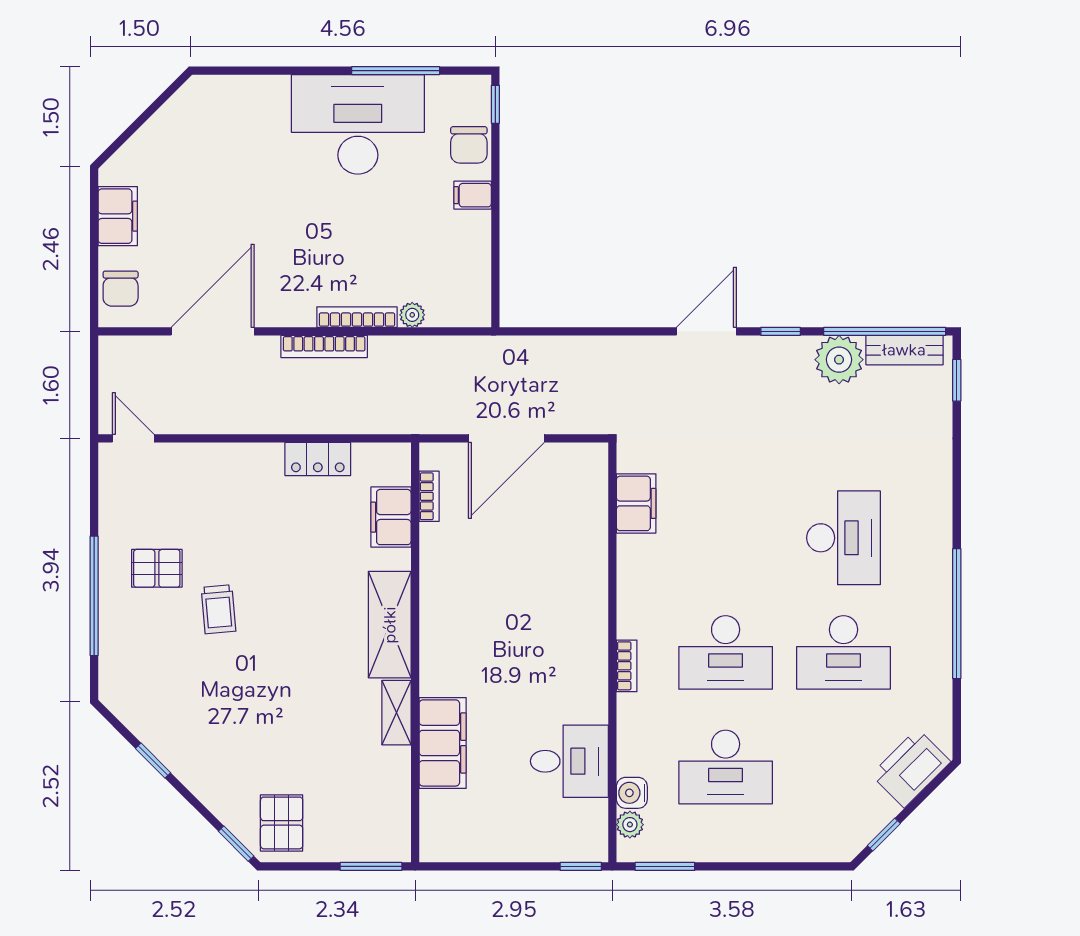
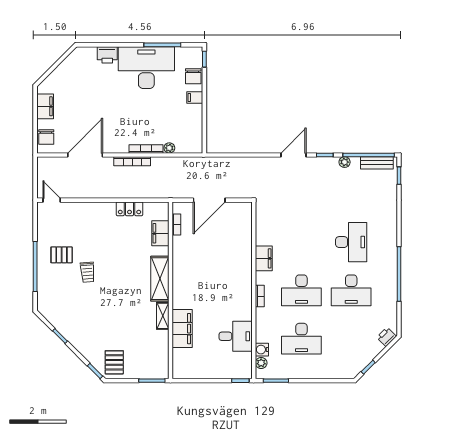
printer: (265, 94) -> (107, 55), added
plant: (839, 360) -> (345, 162), width x0.53, depth x0.53
filing cabinet: (636, 503) -> (264, 258), moved
printer: (911, 768) -> (387, 337), width x0.53, depth x0.68

